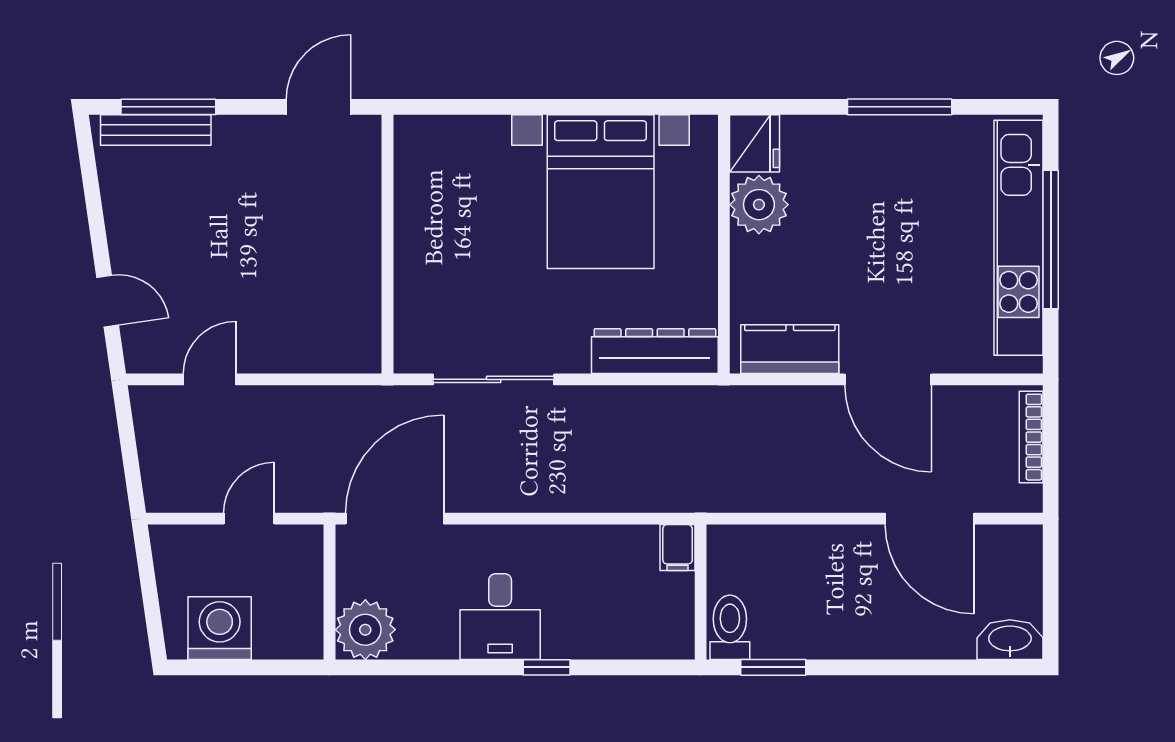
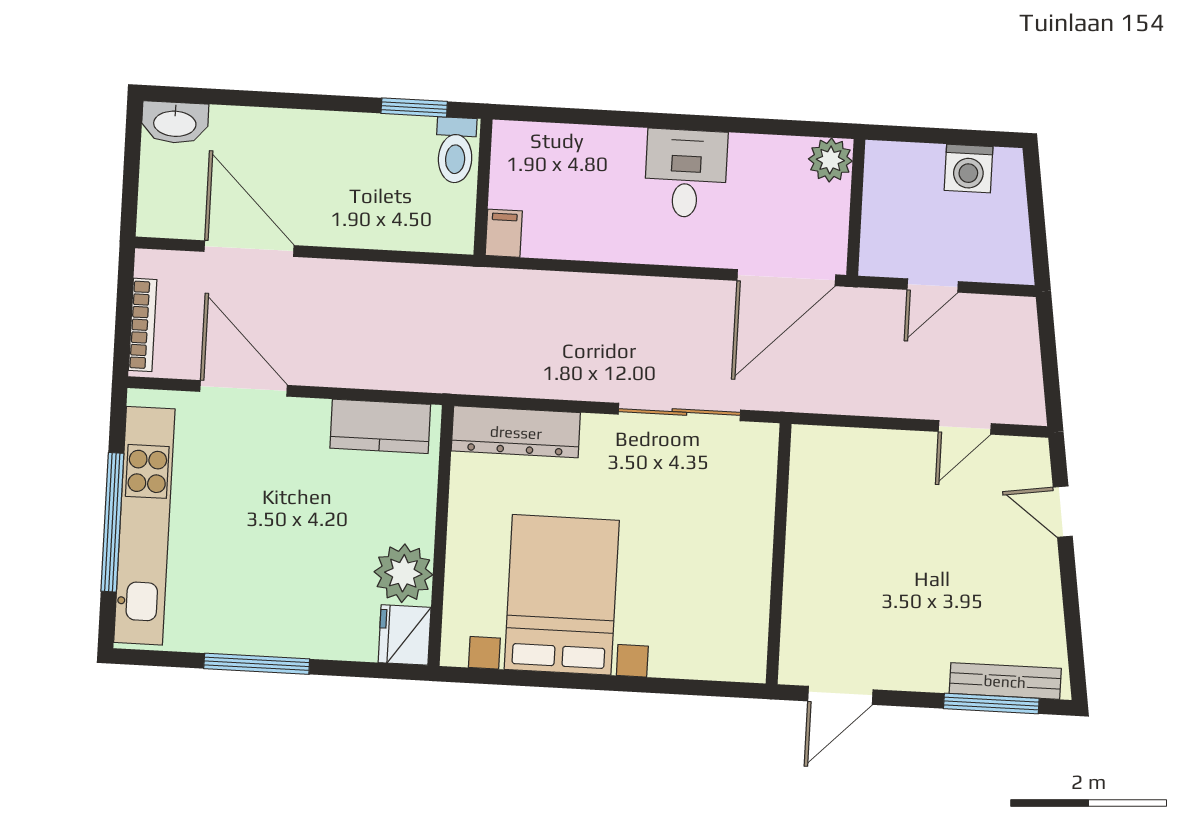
door: (888, 379) -> (244, 388), moved
washing machine: (220, 628) -> (969, 168), width x0.73, depth x0.73
plant: (365, 630) -> (830, 160), width x0.73, depth x0.73
window: (547, 667) -> (642, 120), removed

